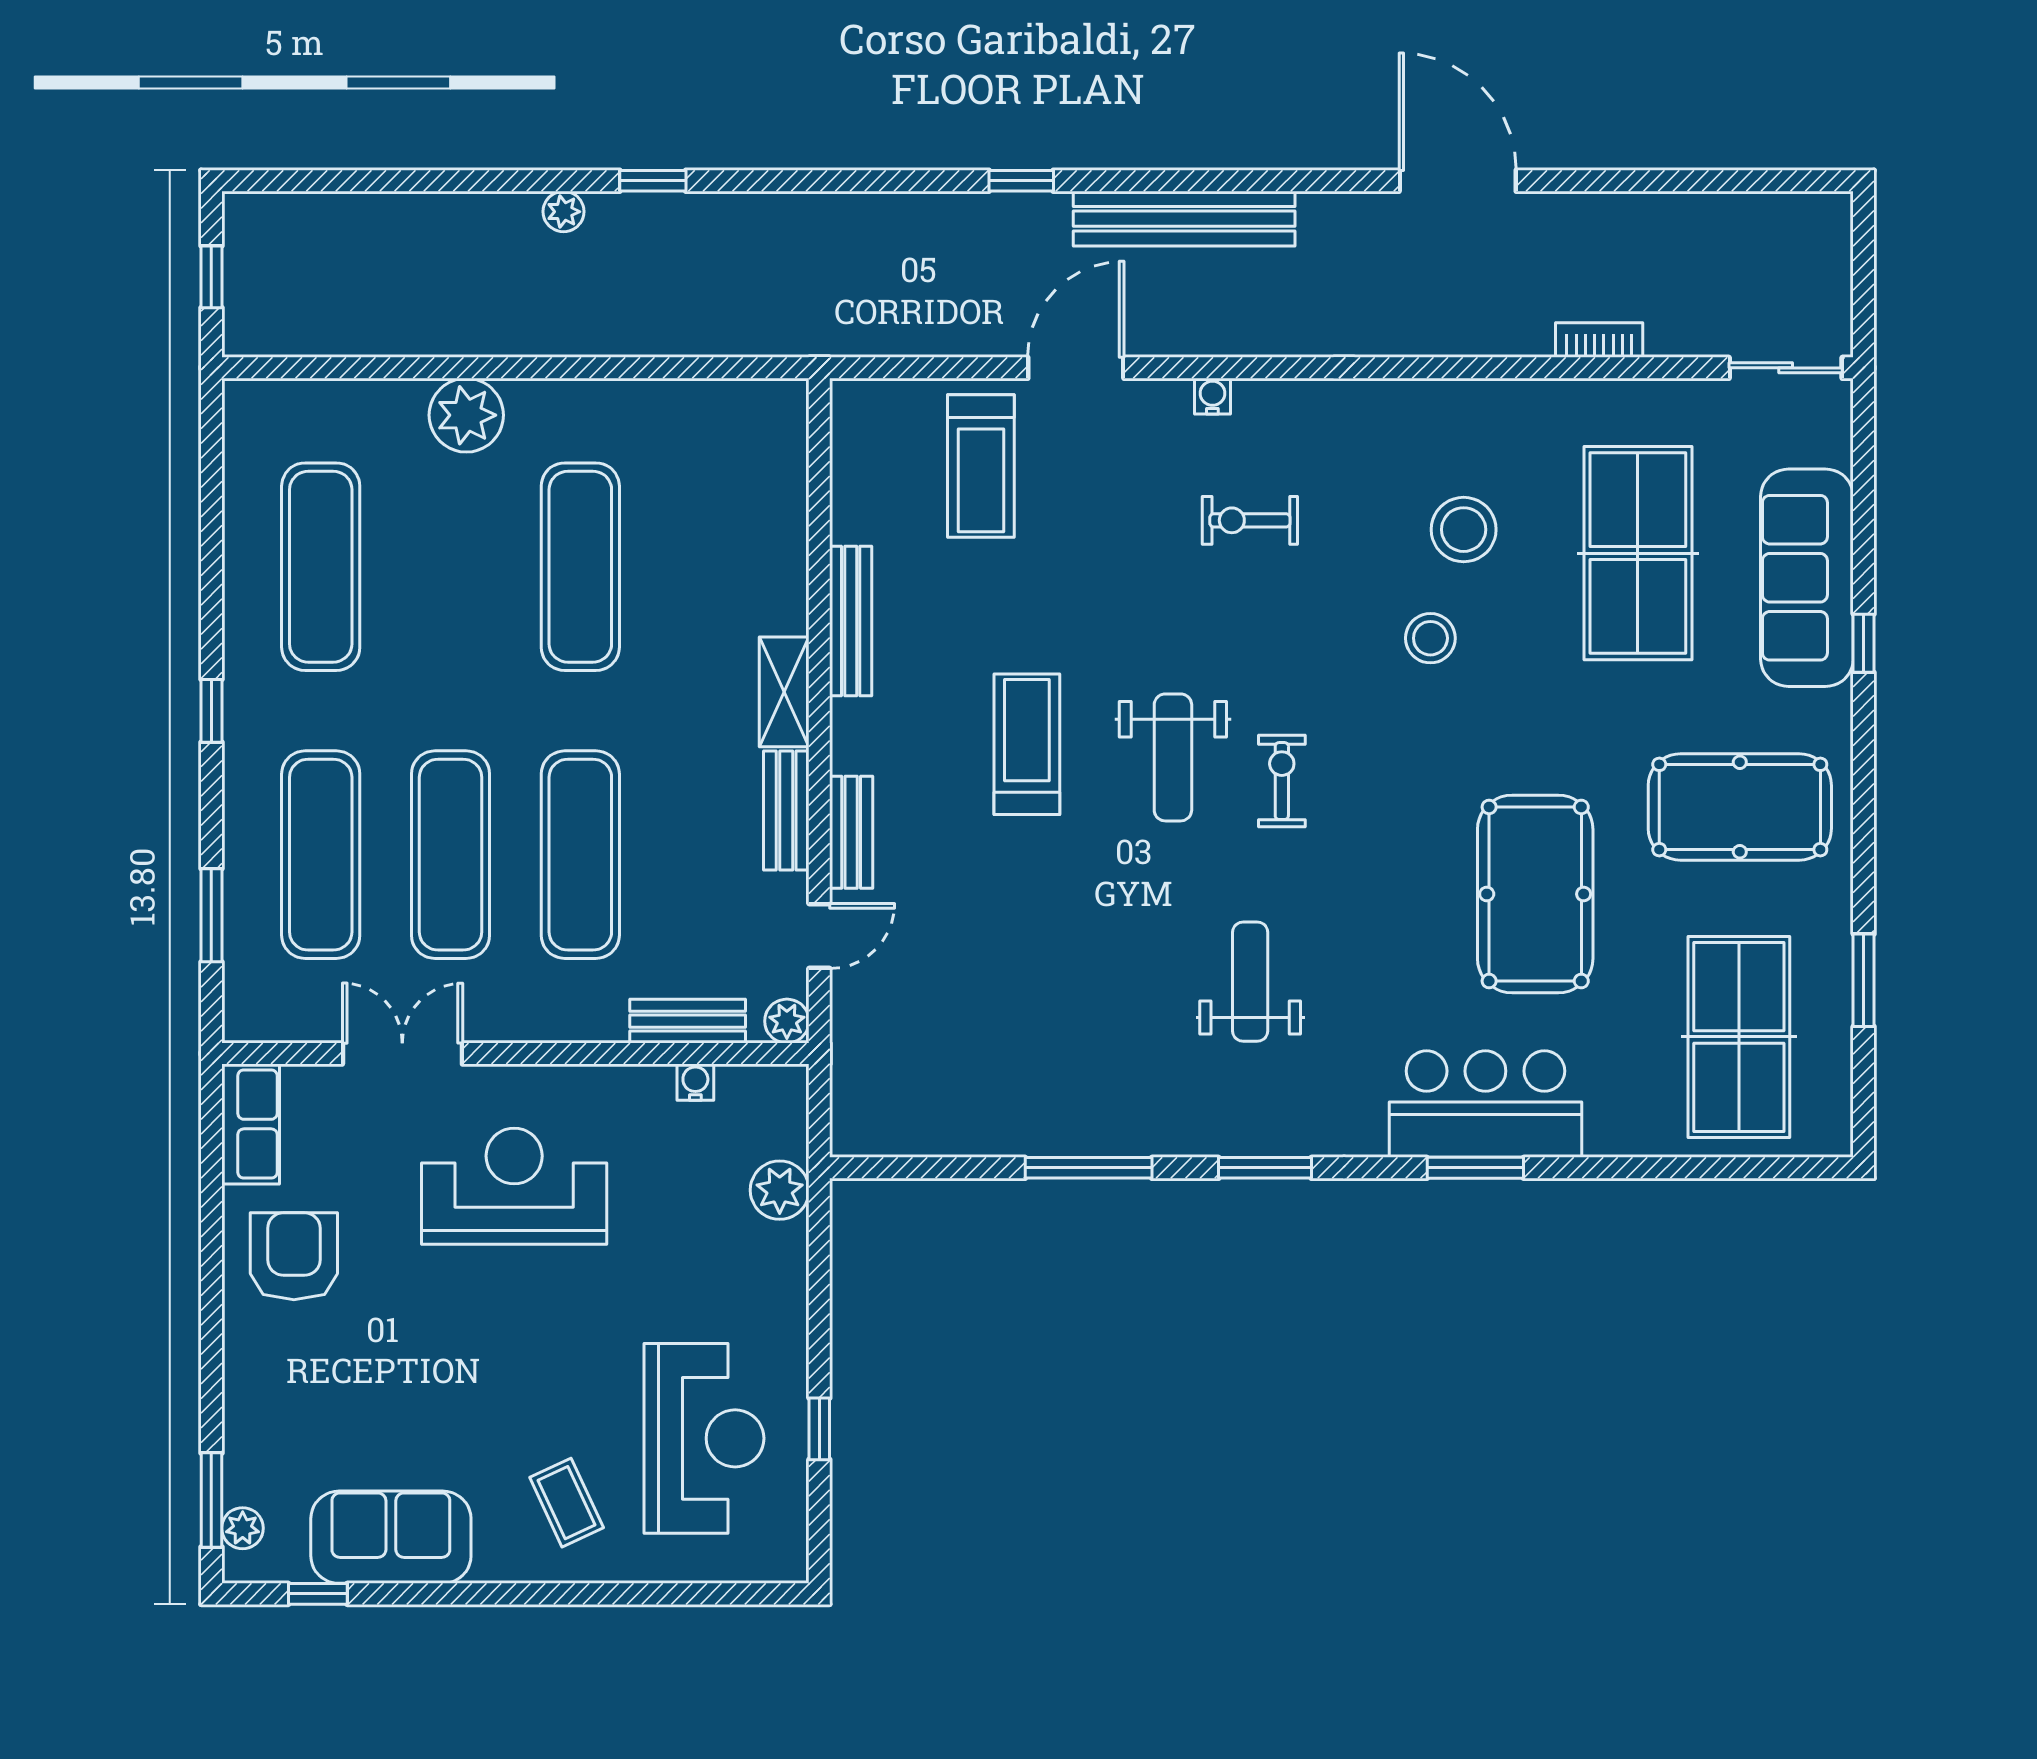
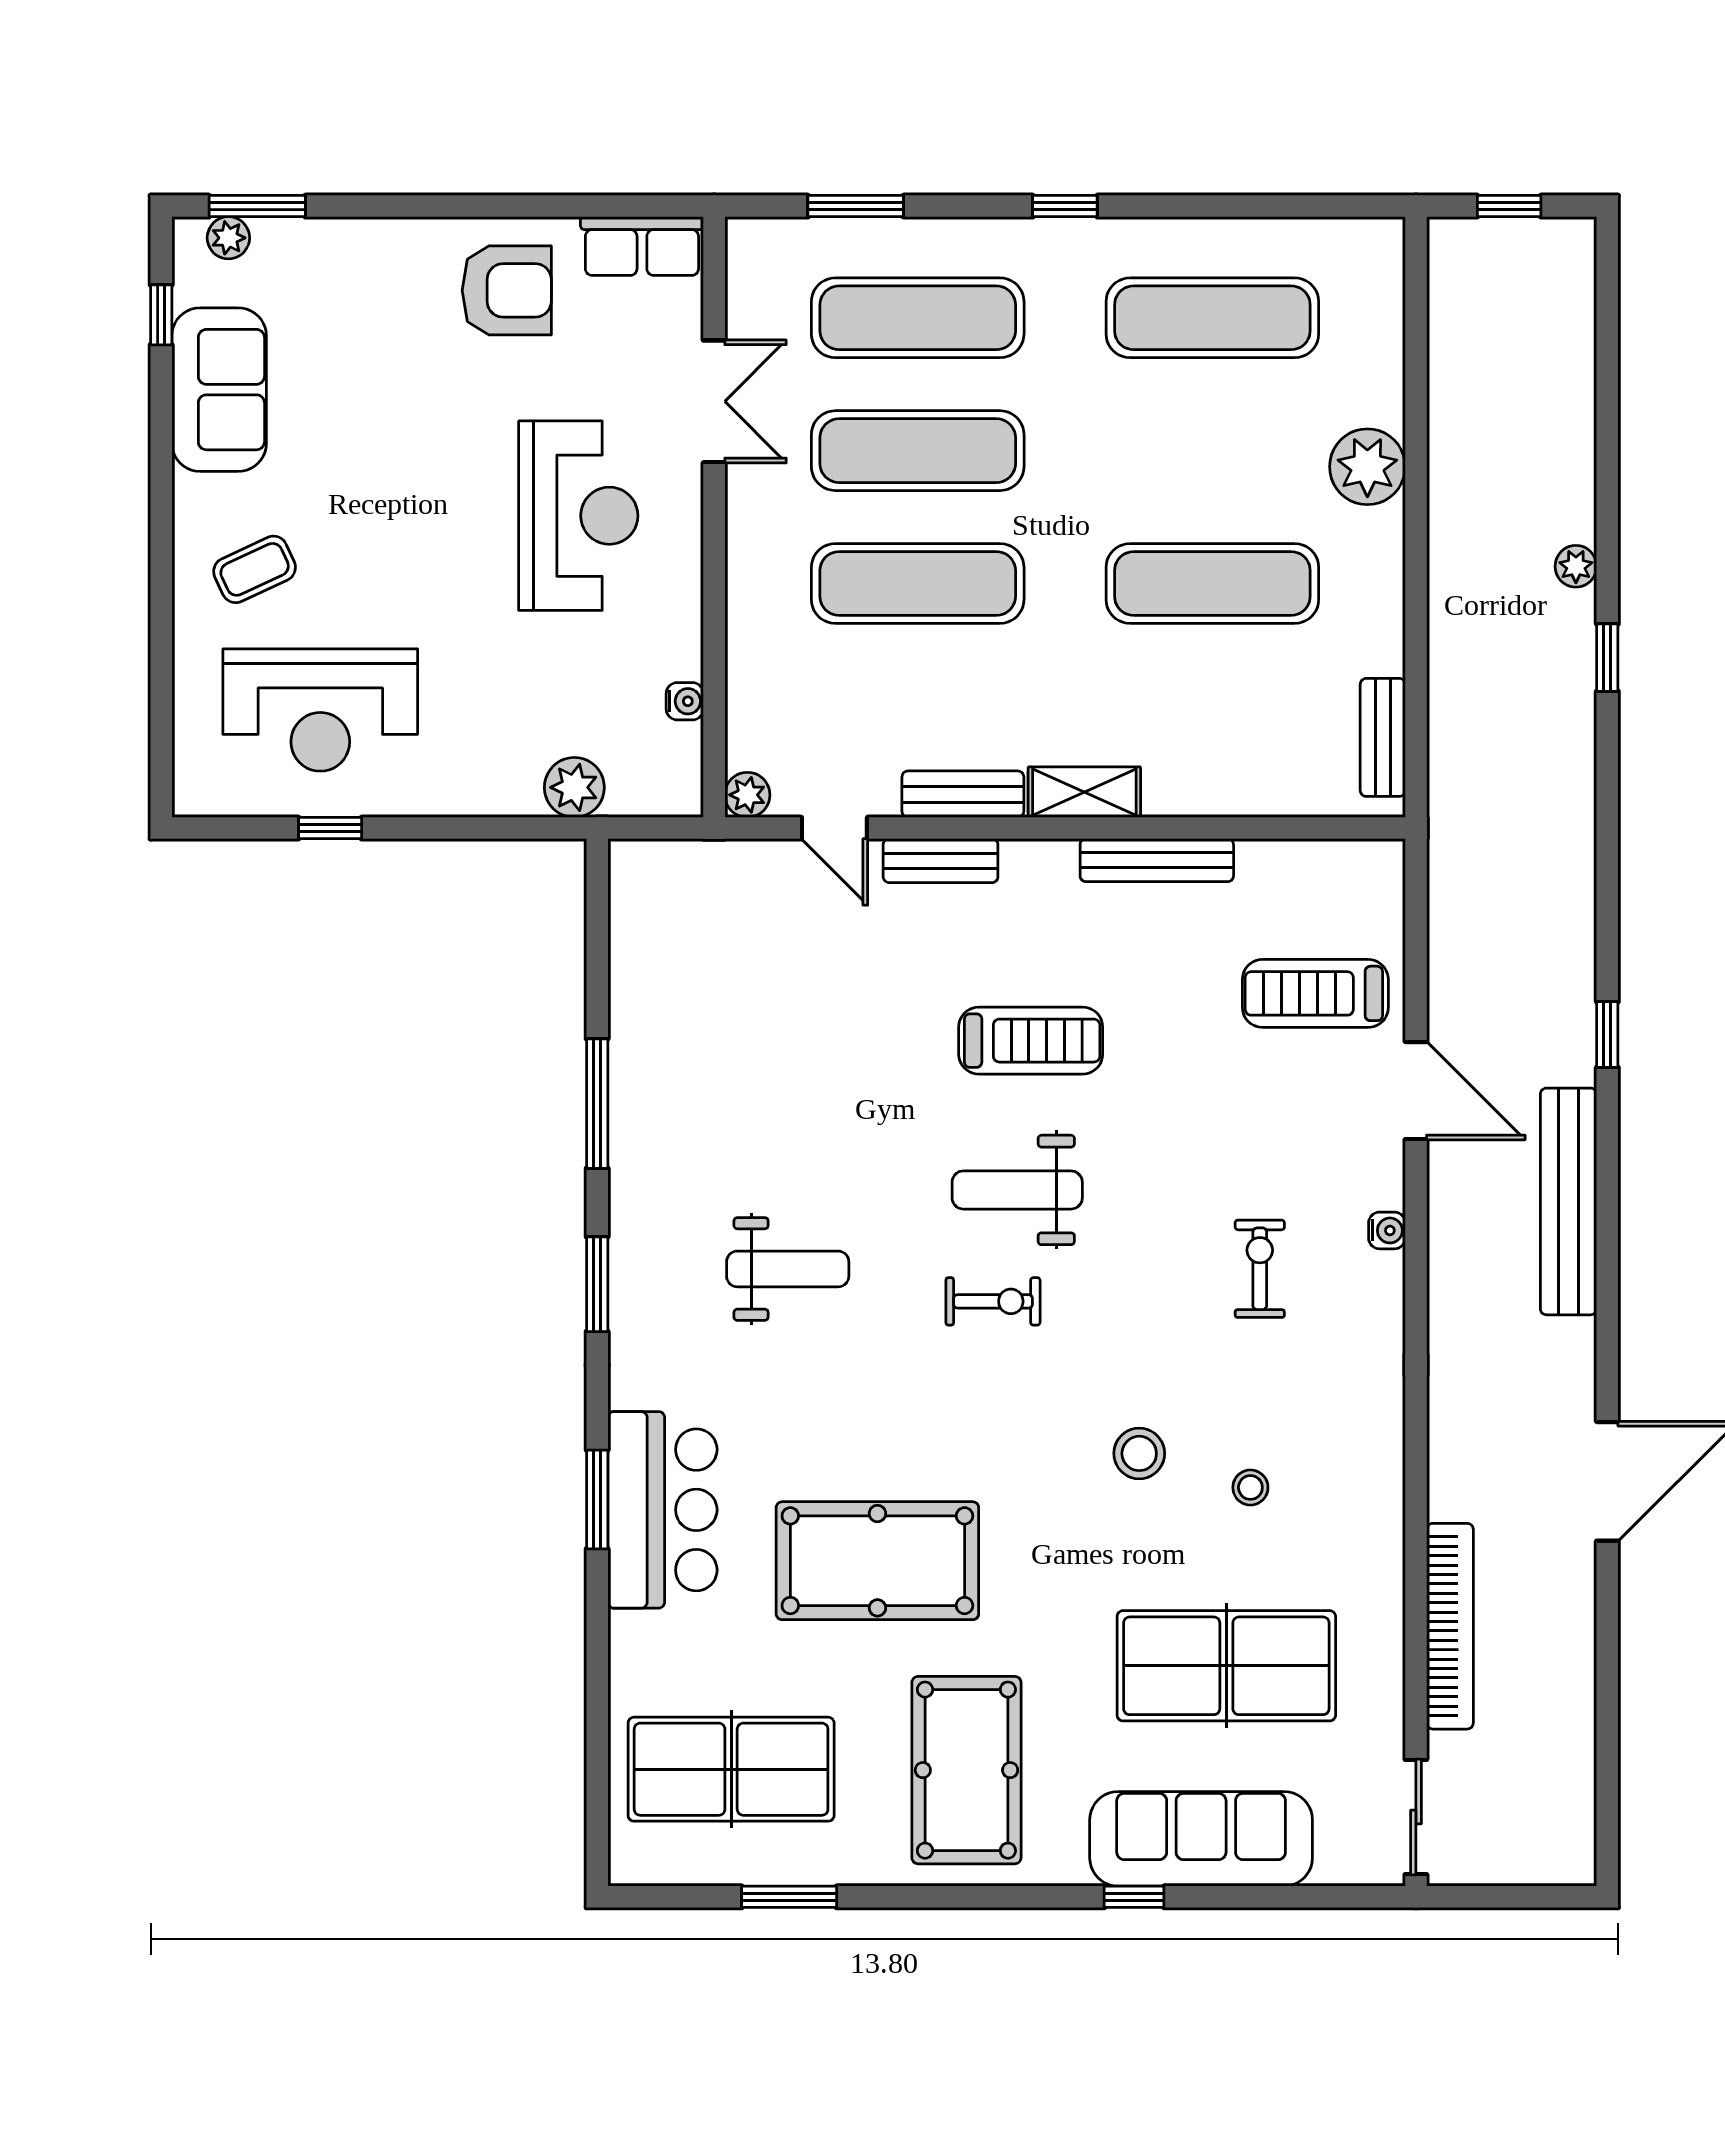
bookcase: (1599, 340) -> (1450, 1626), width x2.31, depth x1.31
stool: (1464, 530) -> (1250, 1487), width x0.53, depth x0.53
bench: (688, 1021) -> (1383, 737), moved

